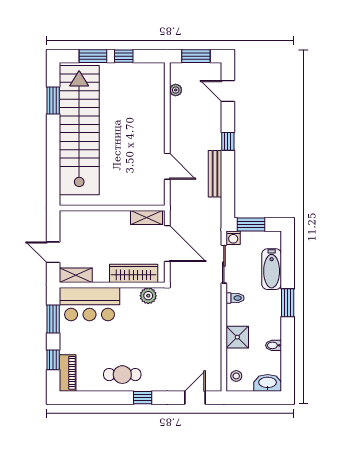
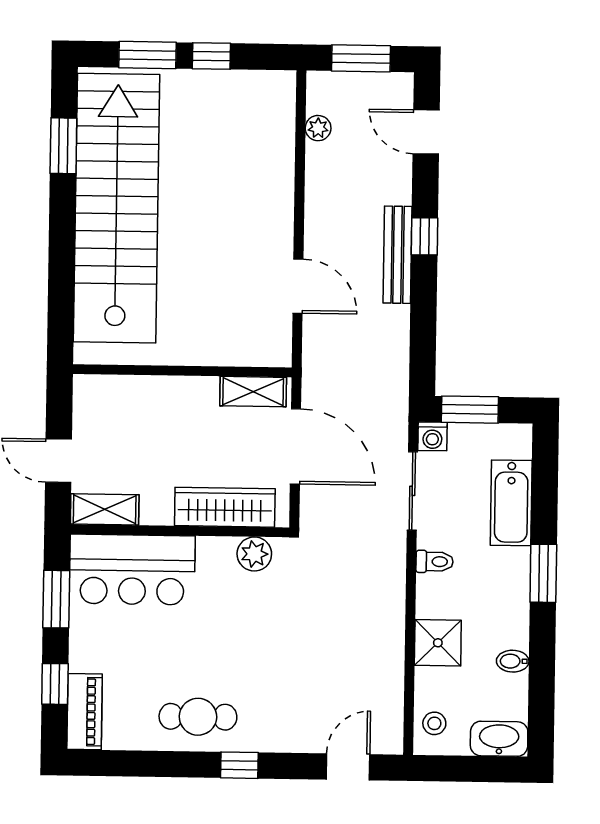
bench: (215, 174) -> (398, 255), moved

